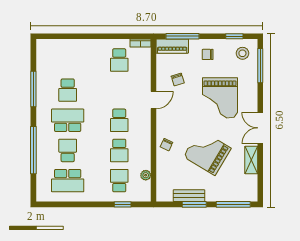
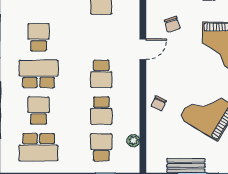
school desk: (68, 90) -> (39, 37), turned 180

